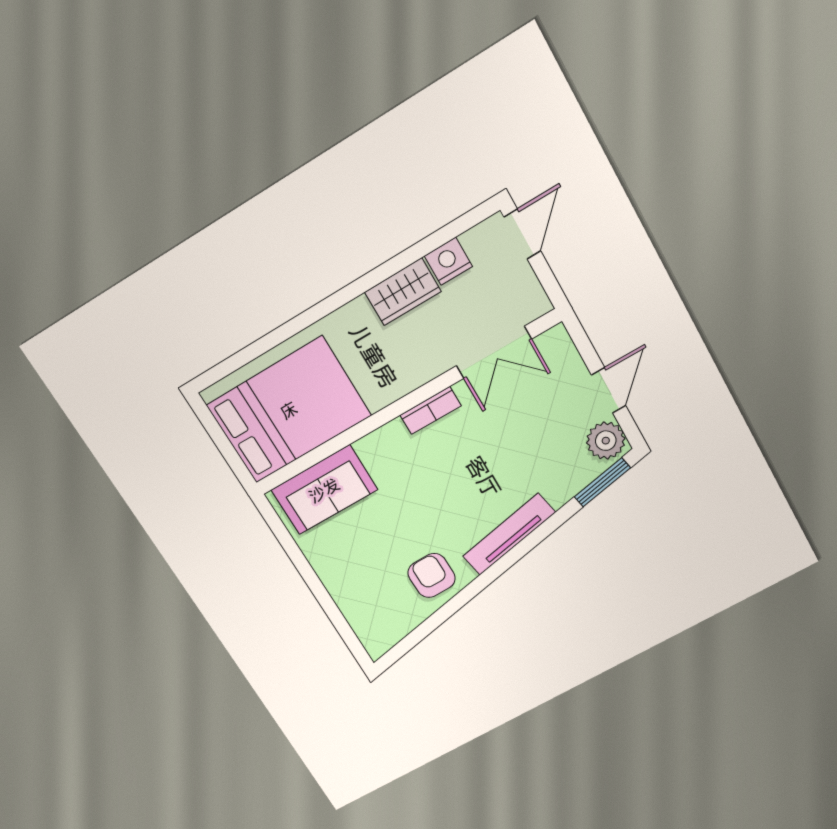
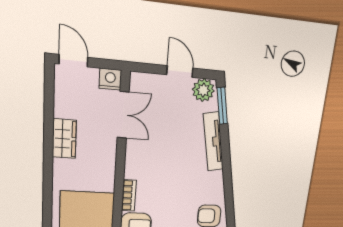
nightstand: (448, 261) -> (110, 79), moved, turned 90
bookcase: (431, 410) -> (129, 195), moved
tv unit: (509, 534) -> (213, 142), moved

